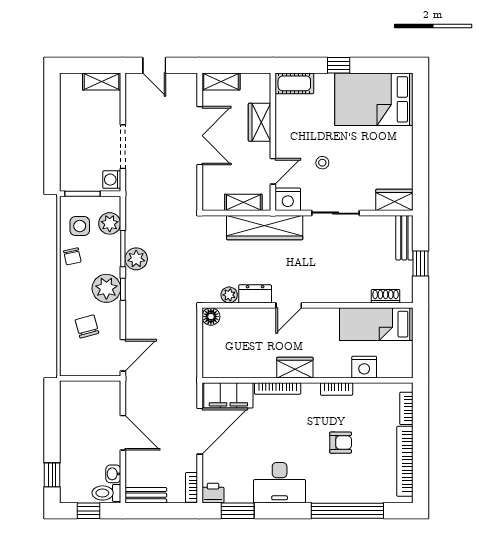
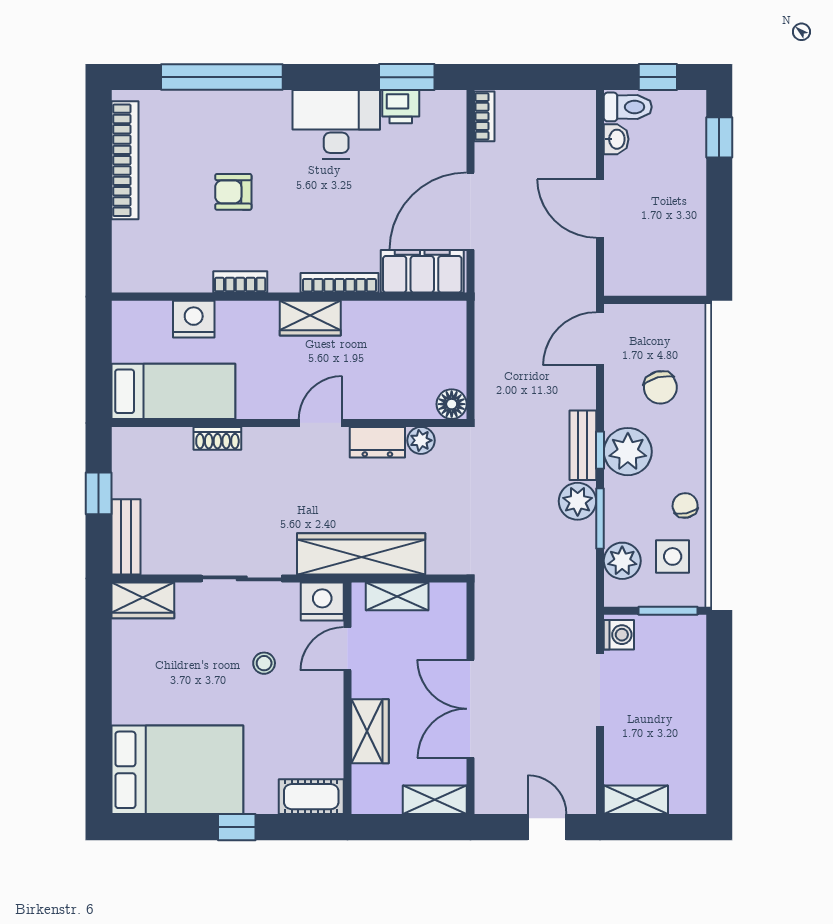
shoe rack: (386, 296) -> (217, 438), moved
bookcase: (406, 408) -> (123, 249), removed
printer: (213, 493) -> (401, 107), moved
bench: (146, 495) -> (583, 445), moved, turned 90

